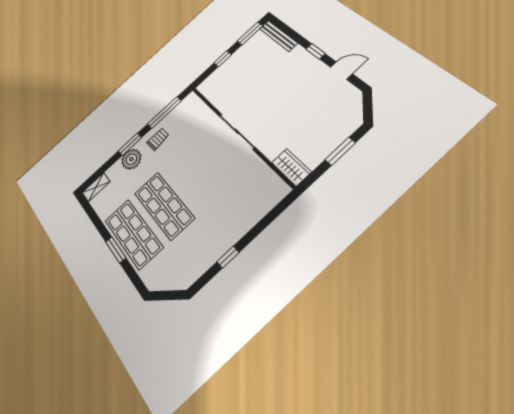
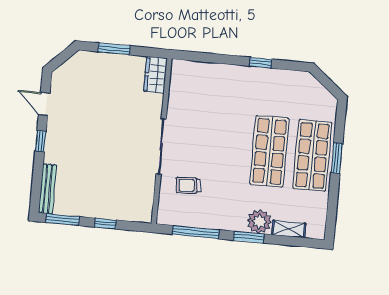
trolley: (158, 139) -> (188, 185), moved
shelving: (96, 187) -> (289, 229), moved

